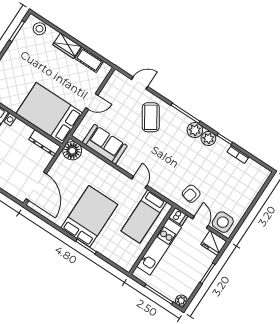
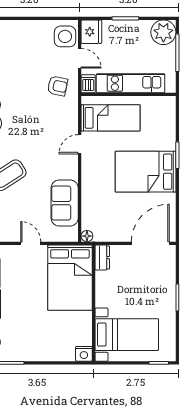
dresser: (45, 143) -> (102, 258), width x0.70
floor lamp: (72, 151) -> (87, 236), width x0.53, depth x0.53
door: (200, 222) -> (80, 58), swing flipped
plant: (181, 301) -> (163, 32), width x1.87, depth x1.87

